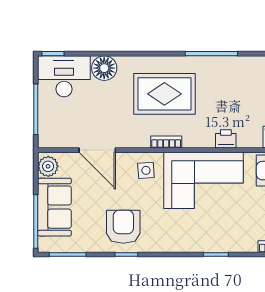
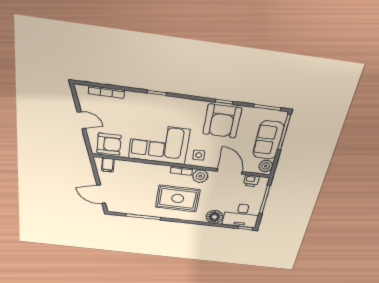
plant: (138, 137) -> (200, 176), added
printer: (226, 139) -> (251, 181), moved
armchair: (123, 227) -> (222, 121), width x1.36, depth x1.36

